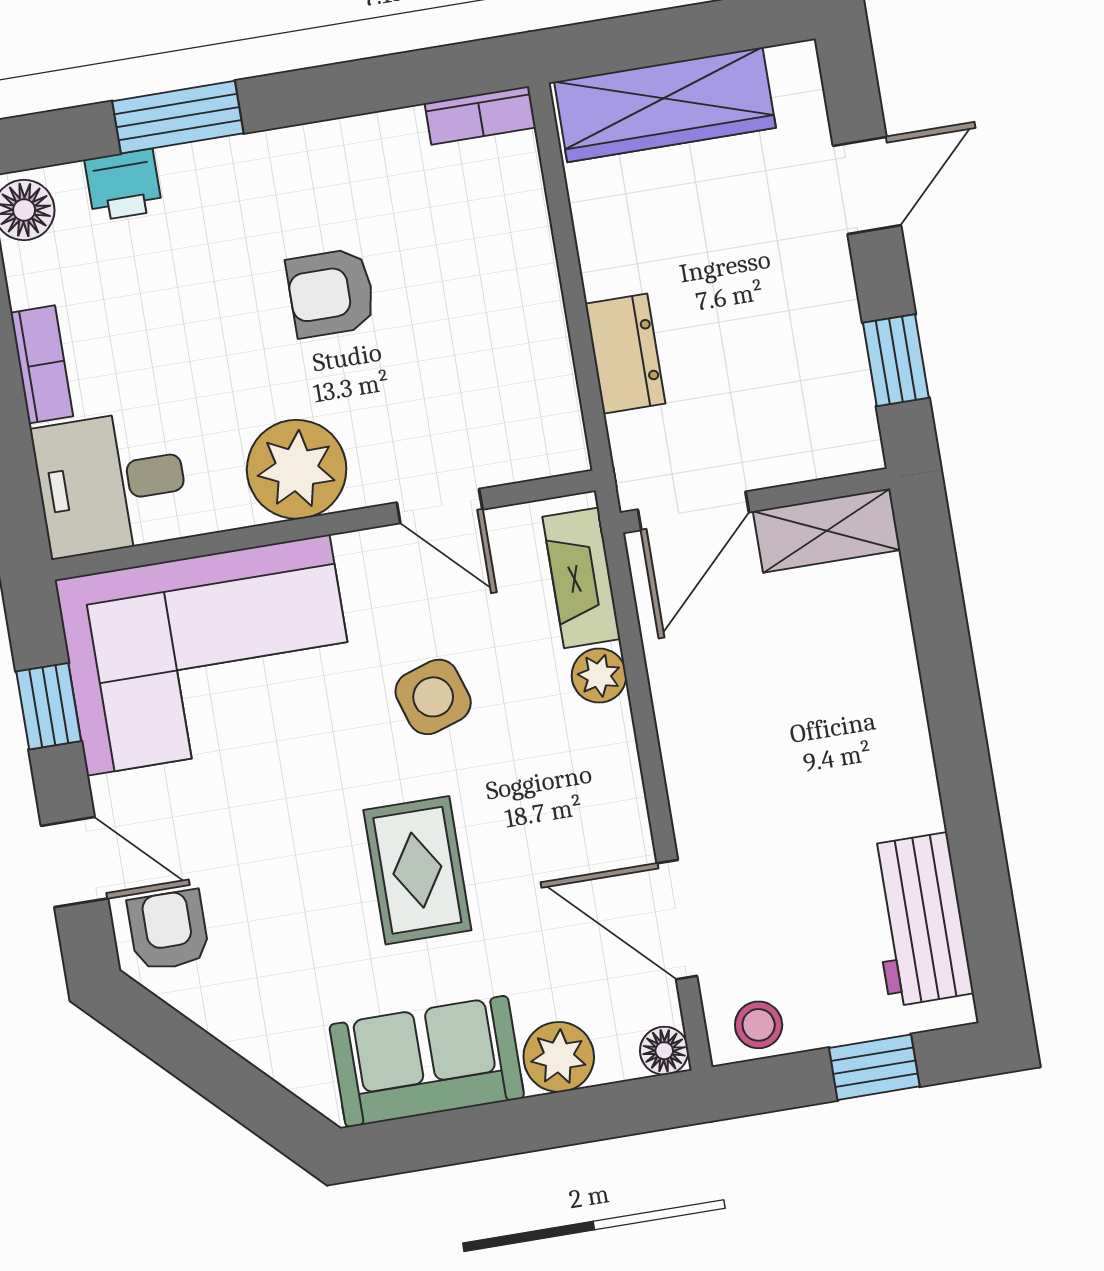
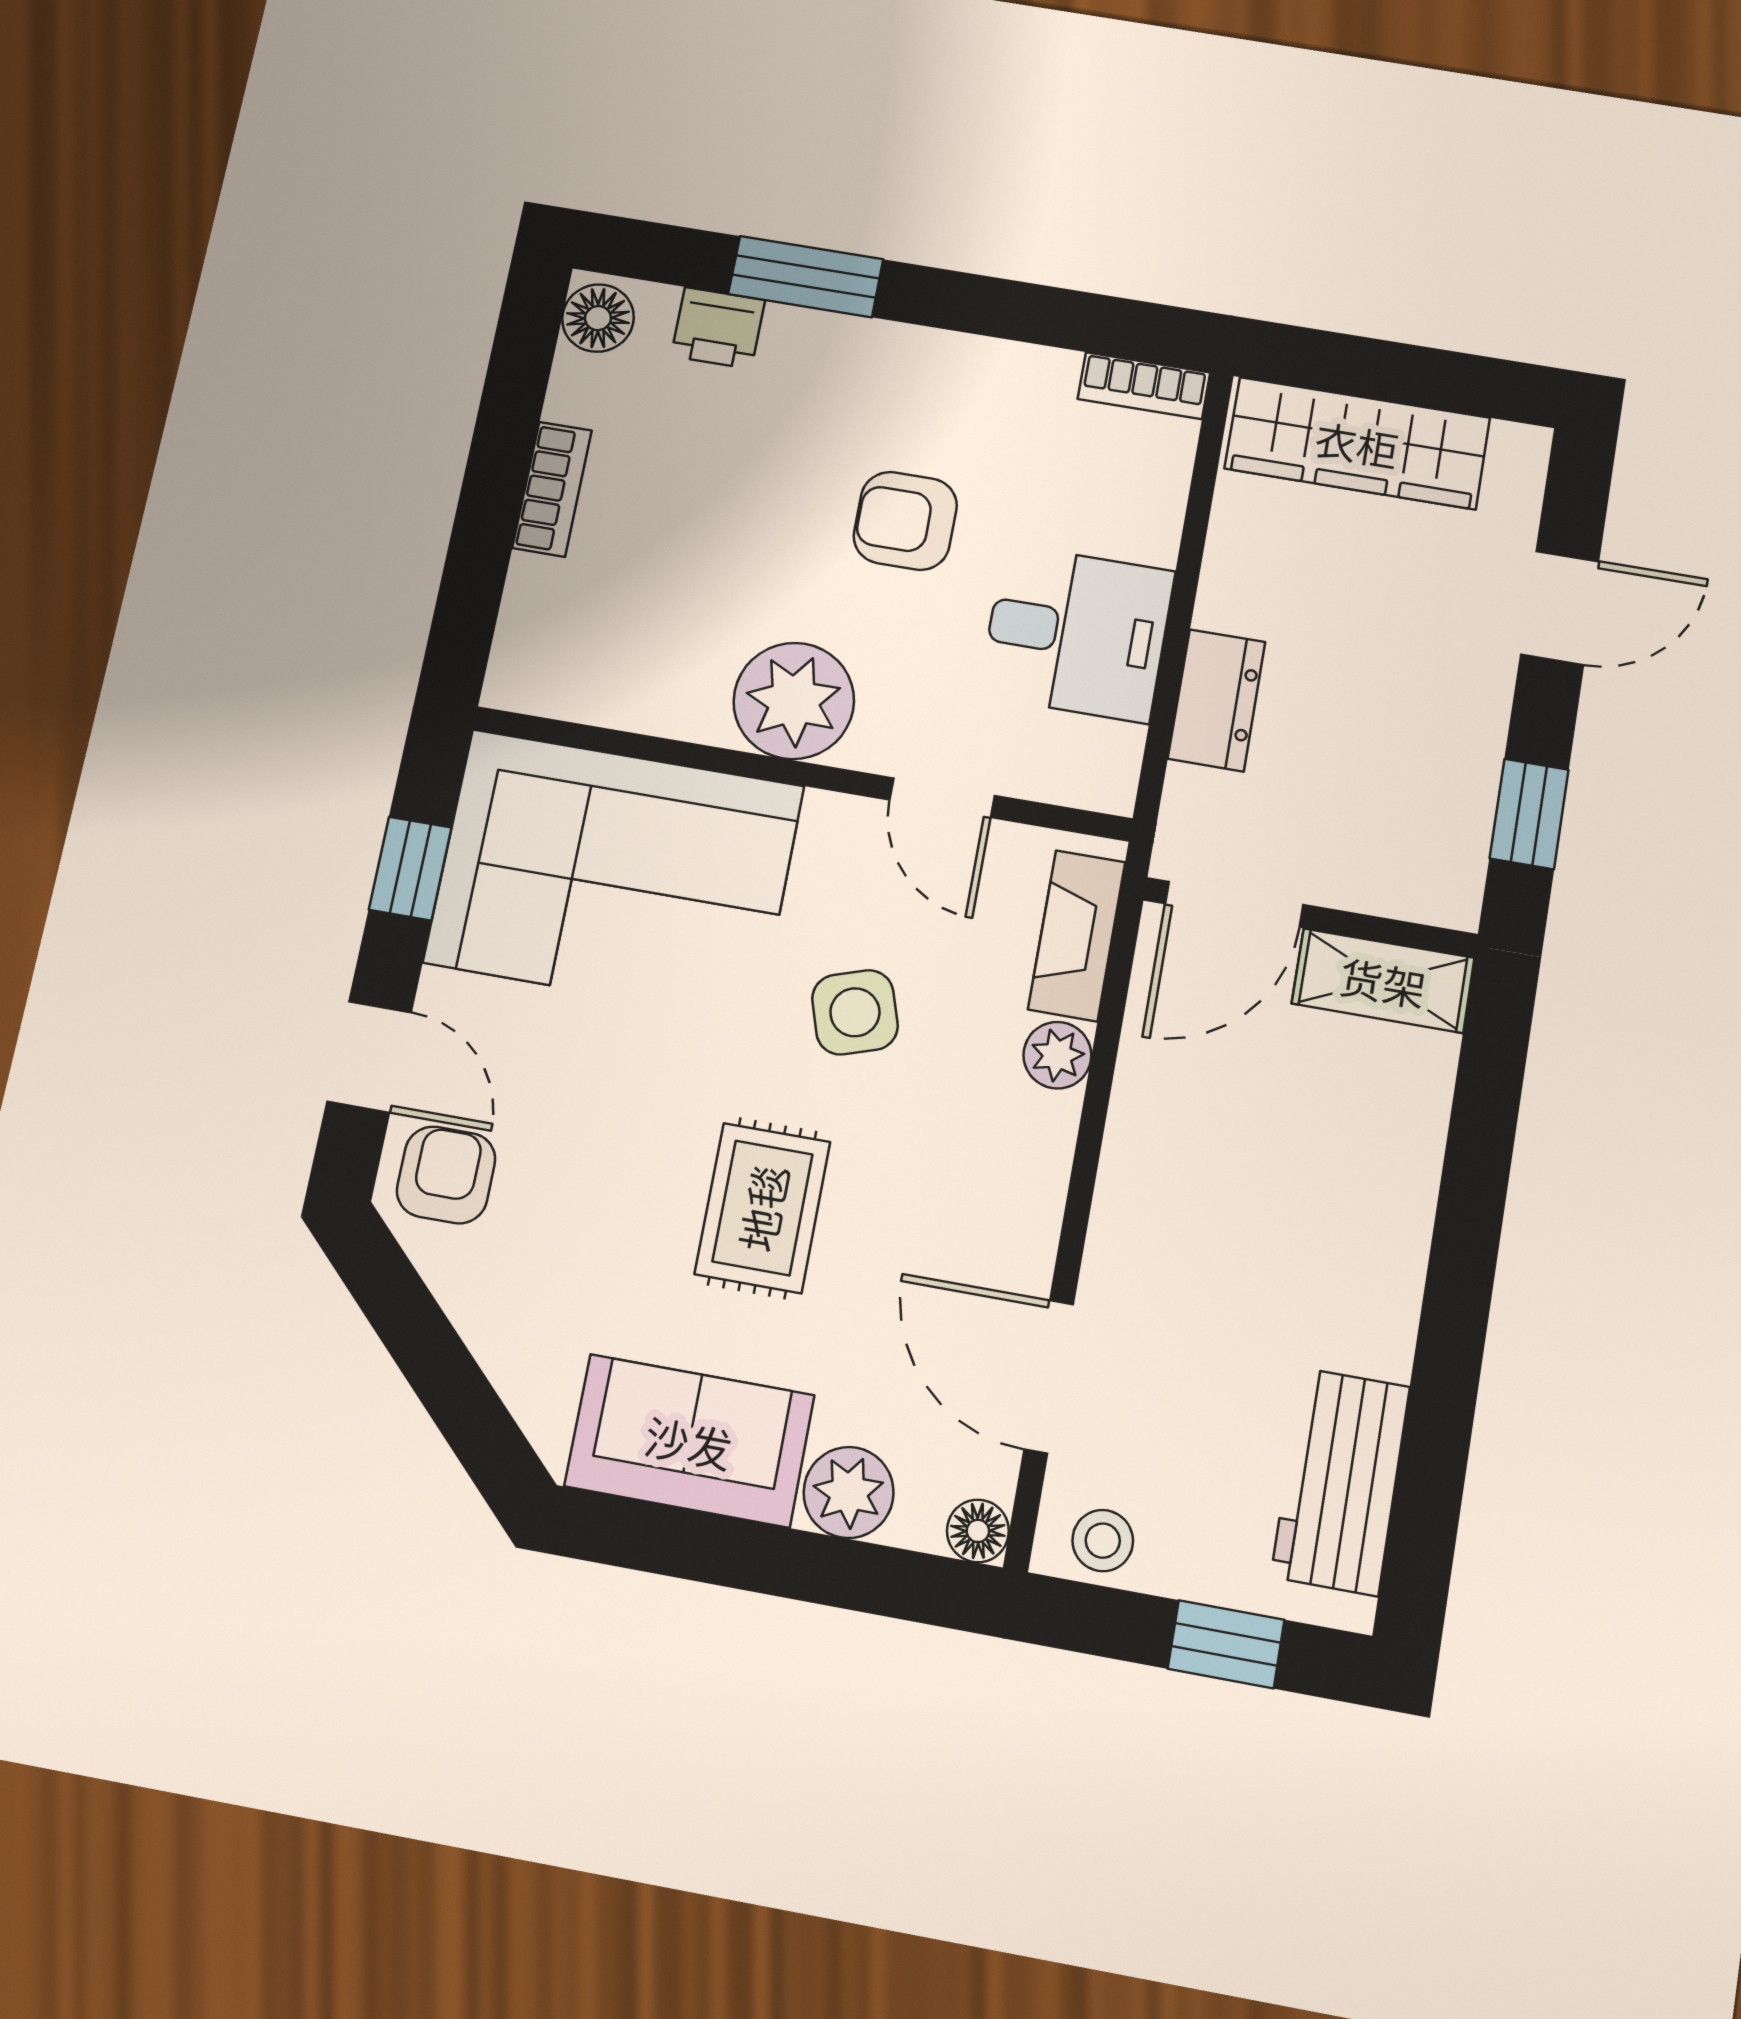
desk: (111, 483) -> (1077, 633), moved, turned 180

